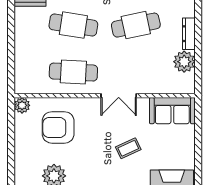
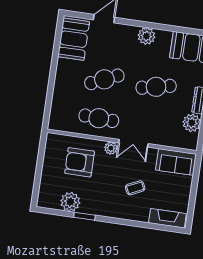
cafe table: (73, 25) -> (104, 79), turned -33
plant: (22, 105) -> (111, 148), moved

